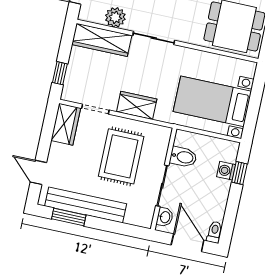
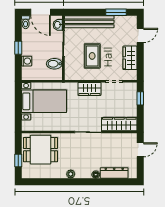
plant: (115, 17) -> (114, 140), removed
wardrobe: (66, 124) -> (130, 58), moved
rug: (121, 156) -> (92, 56), width x0.73, depth x0.70
door: (38, 172) -> (140, 35), hinge flipped
window: (239, 173) -> (18, 48), moved
bench: (86, 205) -> (89, 22), moved

